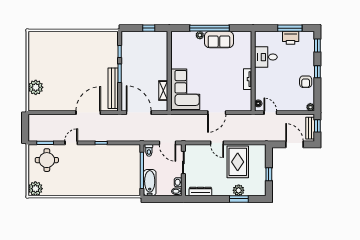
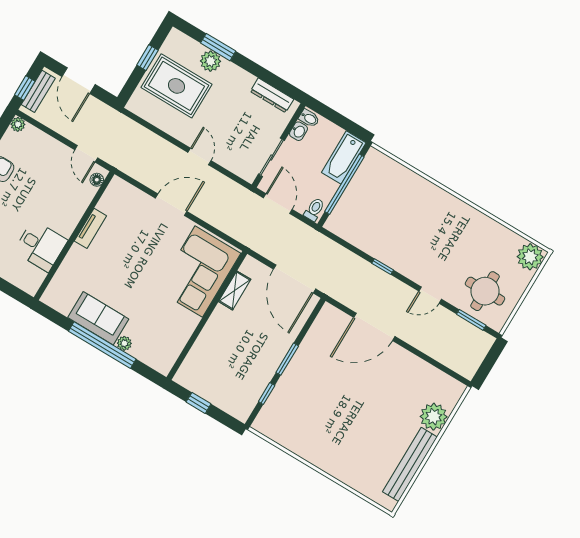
bench: (113, 88) -> (410, 464), moved
rug: (238, 162) -> (176, 86), moved, turned 90

